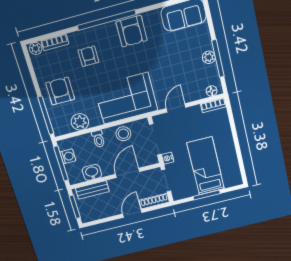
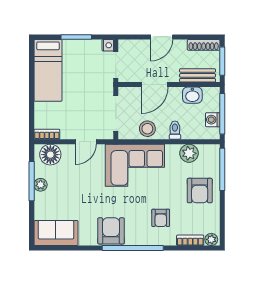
floor lamp: (212, 91) -> (50, 155), width x1.89, depth x1.89
nightstand: (168, 158) -> (108, 45), moved
bed: (206, 166) -> (48, 70), moved
shoe rack: (154, 201) -> (204, 45), moved

